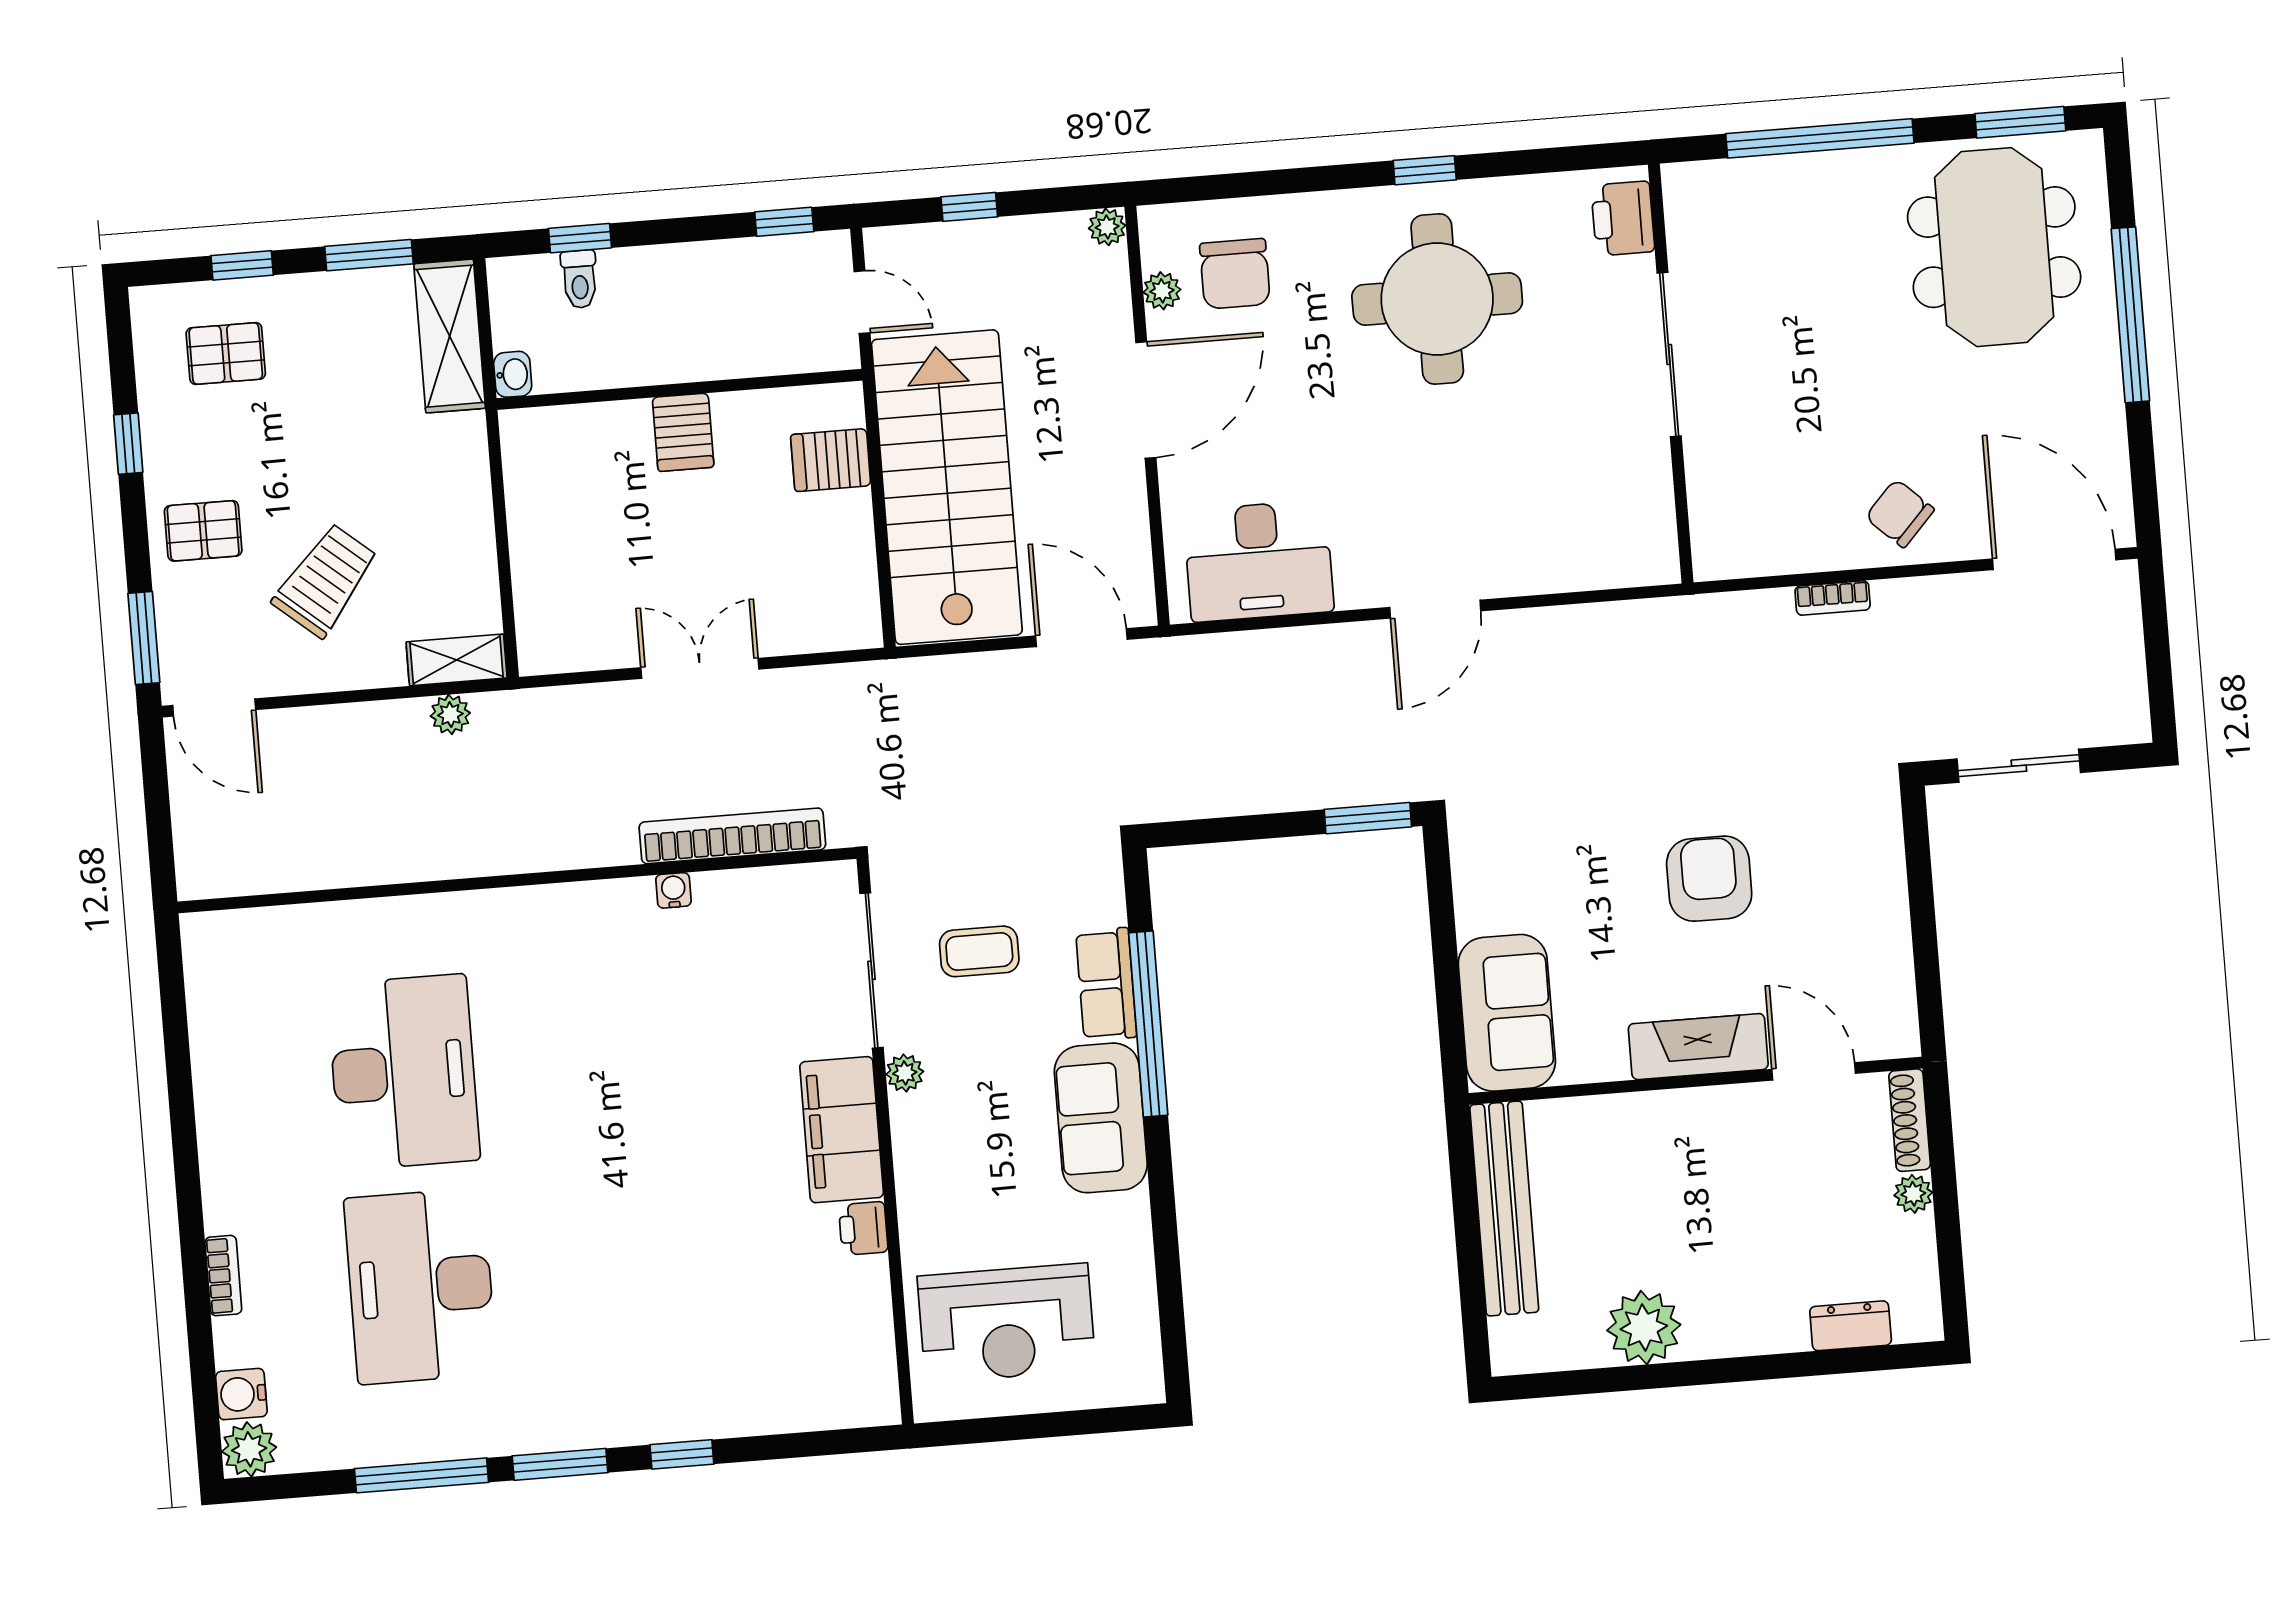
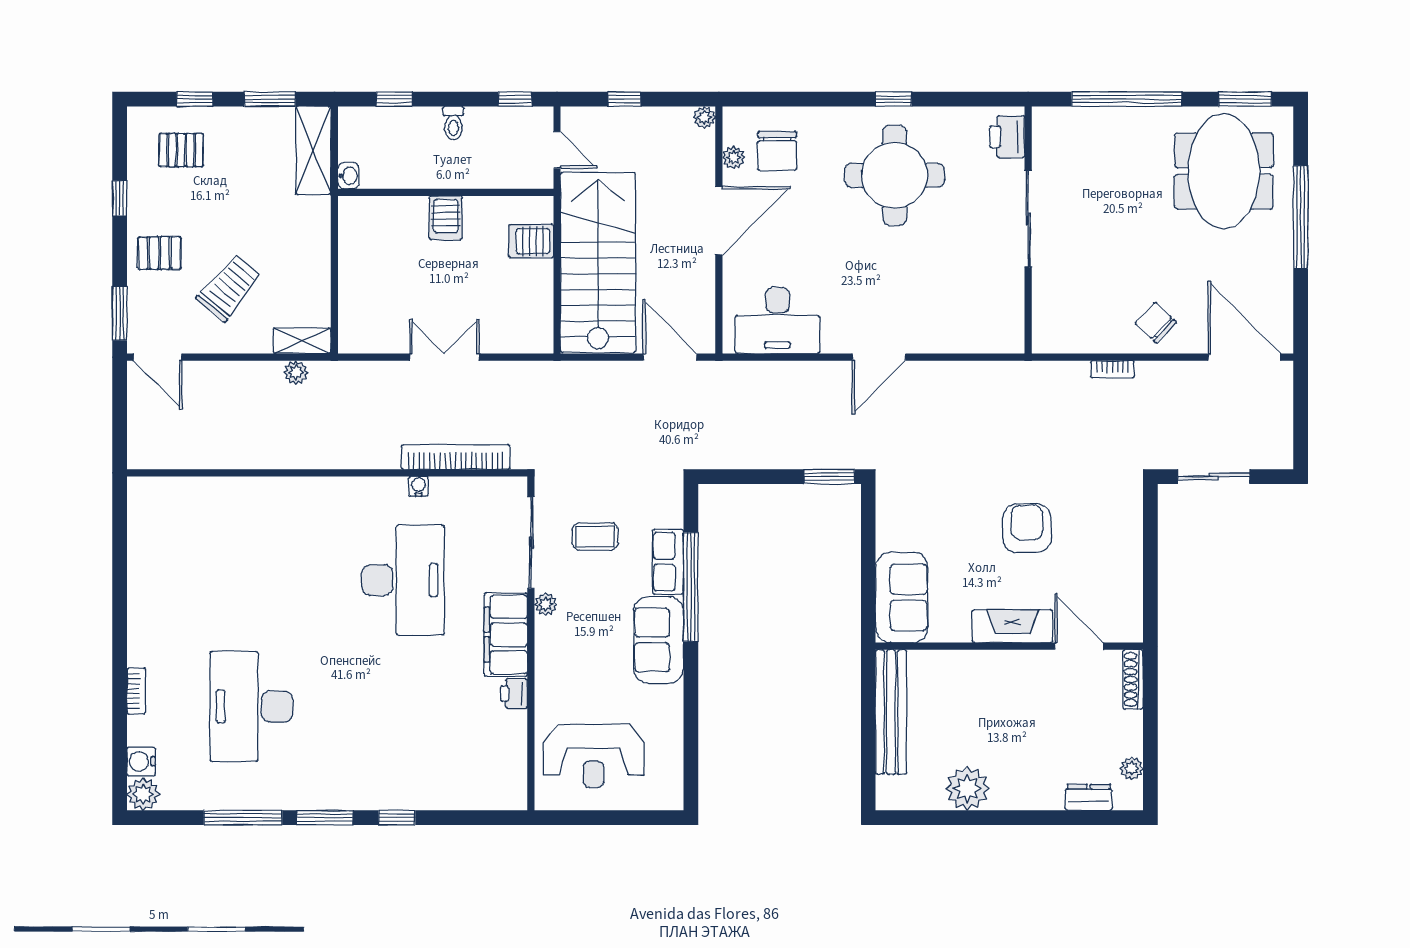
toilet: (579, 279) -> (453, 123), moved
desk: (403, 1072) -> (403, 580), moved
plant: (1913, 1194) -> (1132, 768), moved

